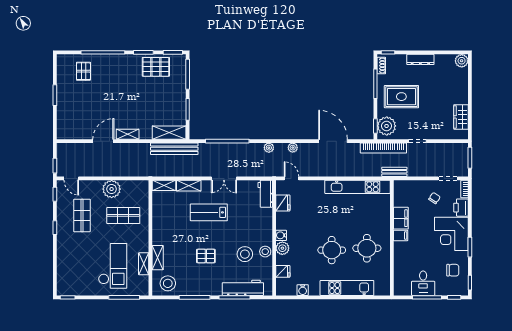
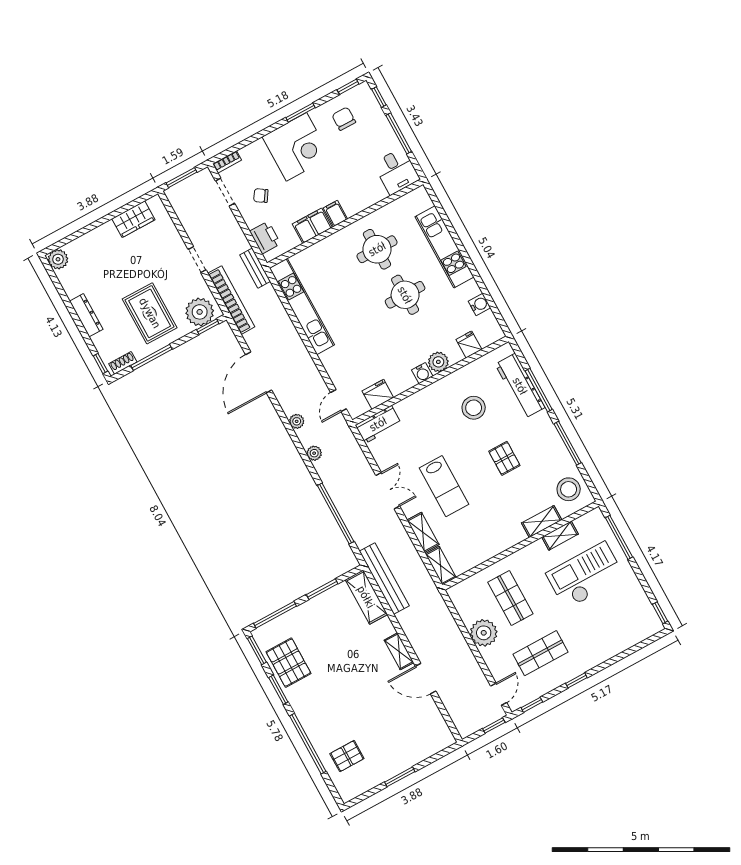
printer: (461, 208) -> (265, 238), moved, turned -90
stool: (265, 252) -> (455, 382), removed
desk: (423, 283) -> (397, 171), moved, turned 90

